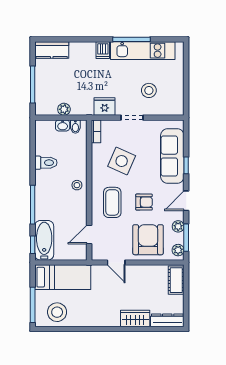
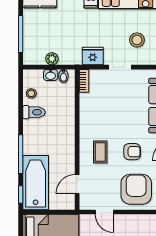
side table: (122, 161) -> (110, 111), removed
stool: (77, 185) -> (31, 93), moved
coffee table: (112, 202) -> (100, 152), width x0.73, depth x0.77
bathtub: (44, 240) -> (36, 183), width x1.36, depth x1.36

